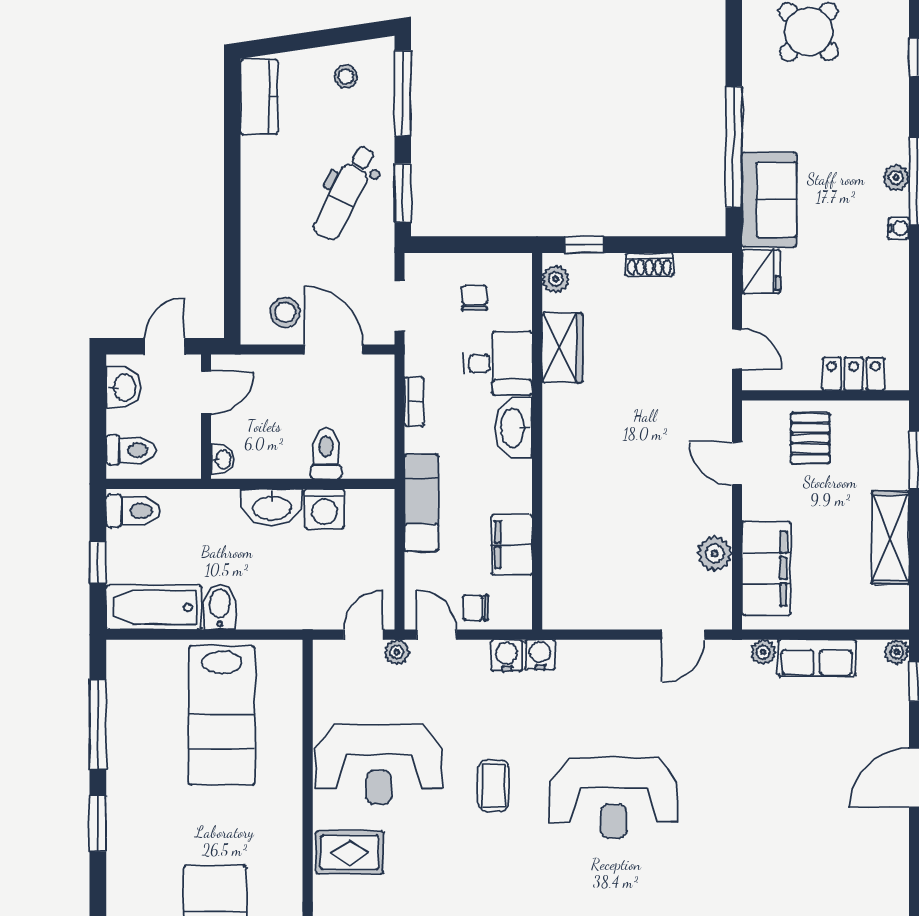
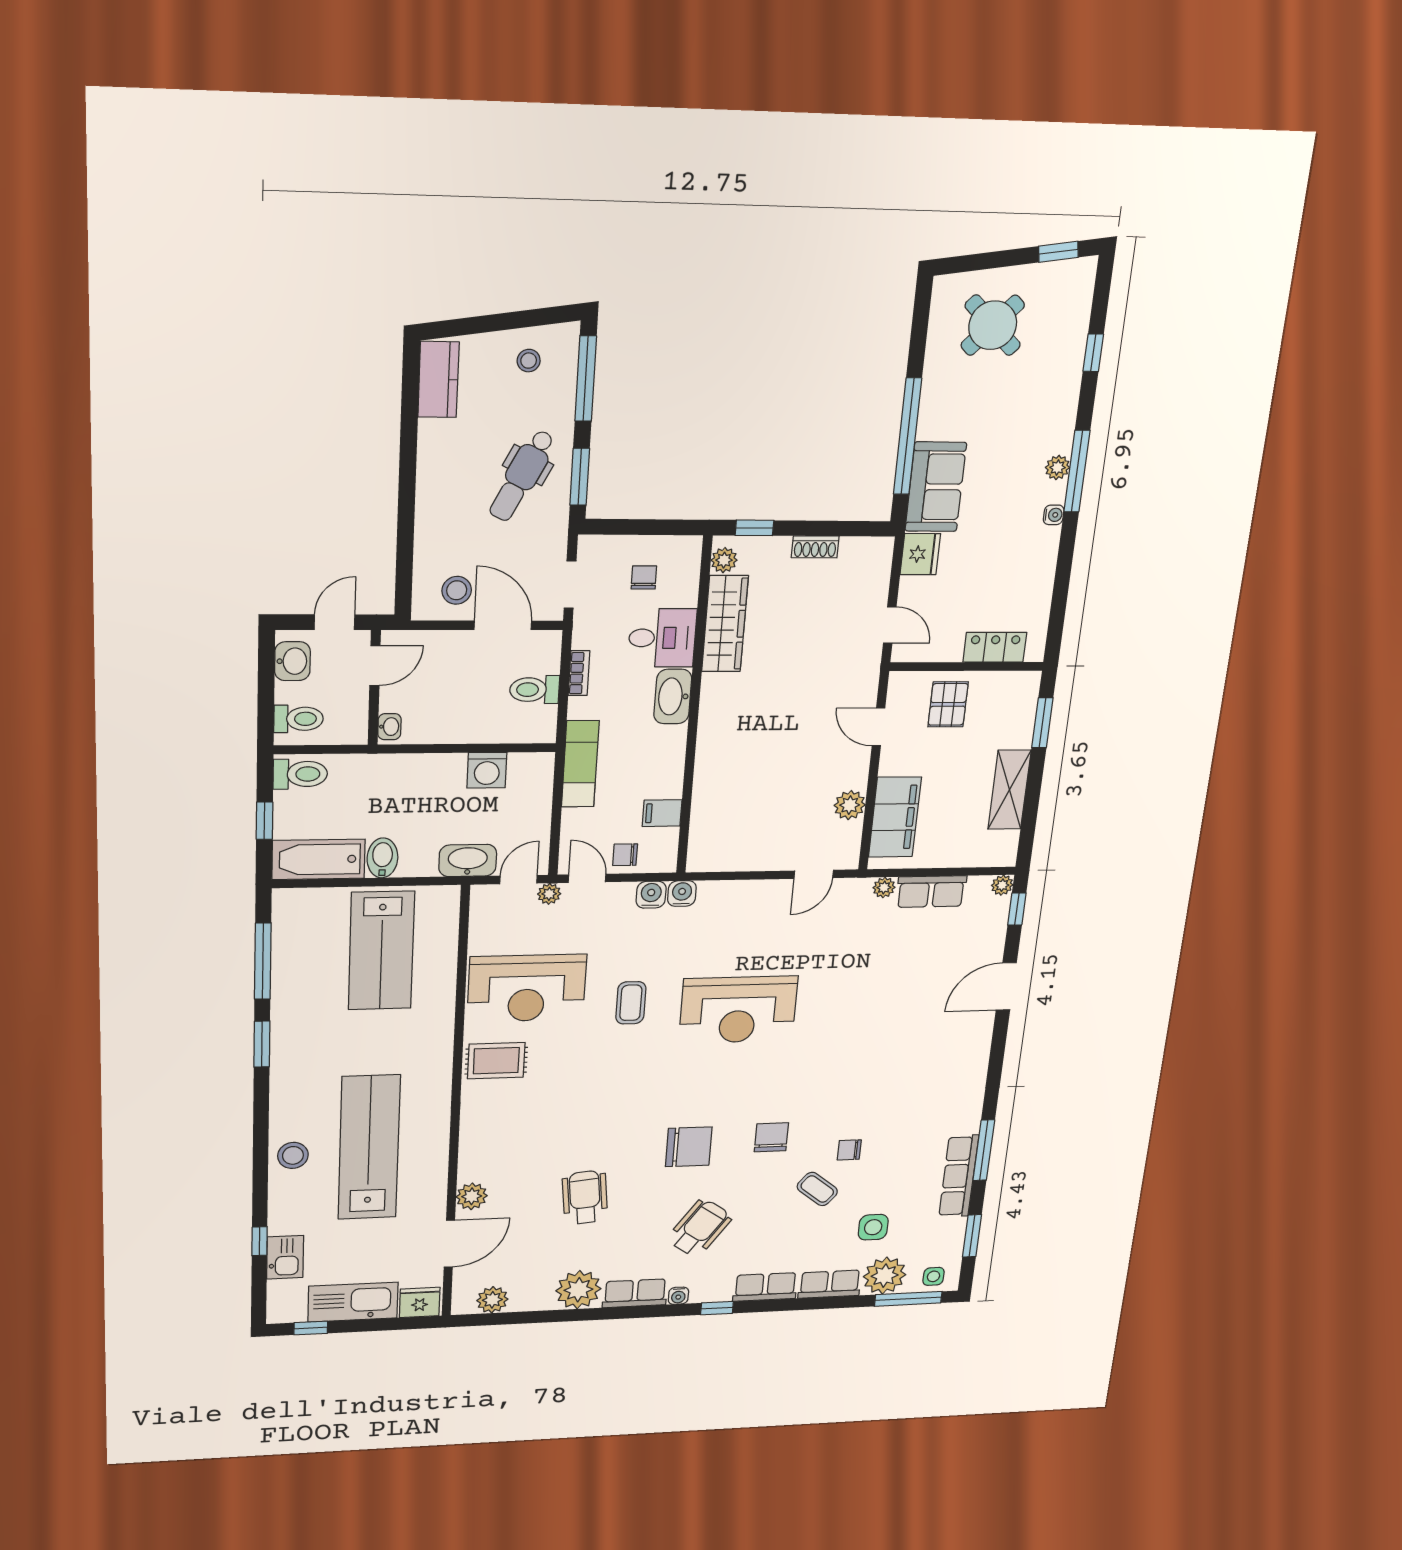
wardrobe: (562, 348) -> (725, 624), width x1.50
toilet: (326, 454) -> (534, 690), moved, turned -90
washbasin: (272, 507) -> (468, 860), moved, turned 180
filing cabinet: (512, 545) -> (662, 813), width x0.50

